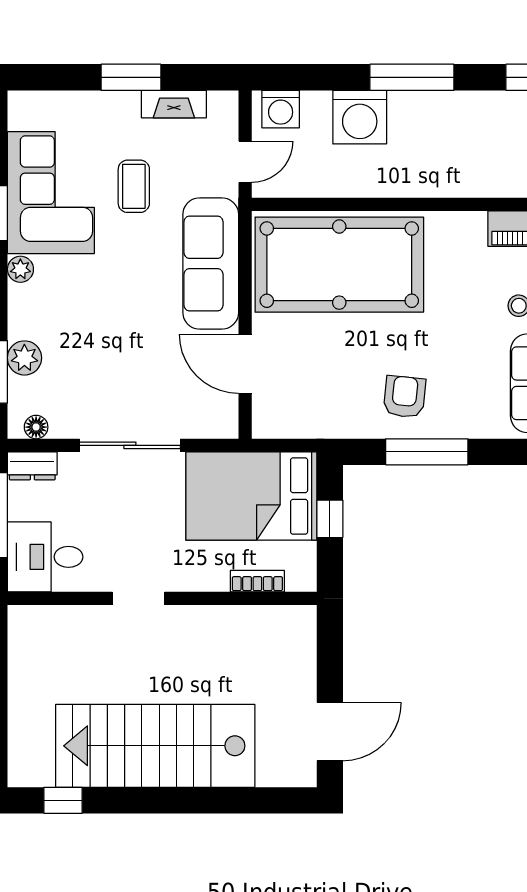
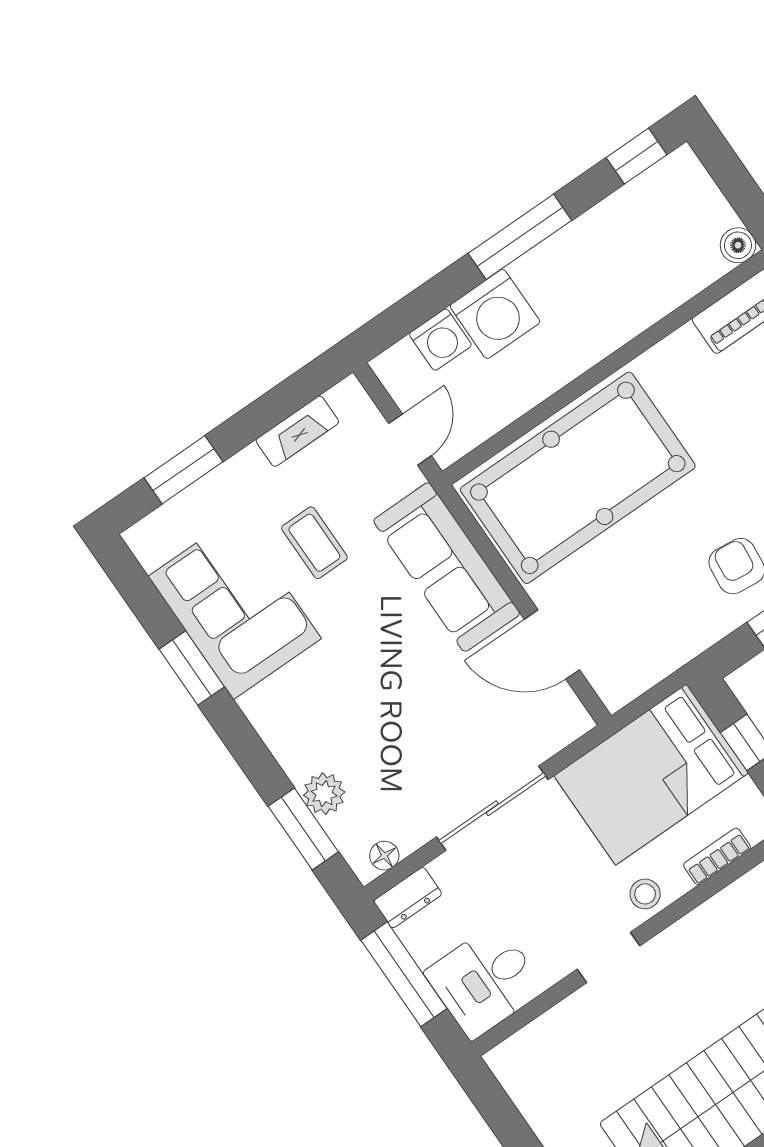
window: (131, 77) -> (183, 470), moved
washing machine: (281, 109) -> (440, 340), moved
plant: (20, 269) -> (258, 707), removed
stool: (192, 573) -> (645, 894), added

